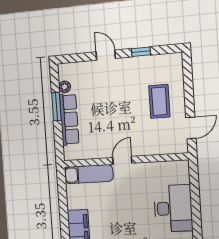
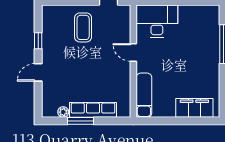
coffee table: (159, 101) -> (83, 27), turned 90
door: (122, 160) -> (133, 52), moved
desk: (173, 208) -> (157, 21), moved

